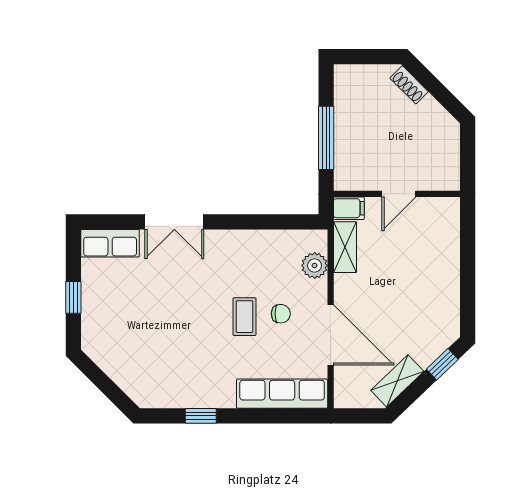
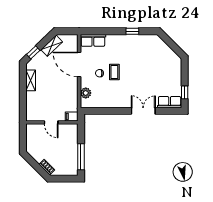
window: (326, 138) -> (81, 157), moved
door: (399, 194) -> (51, 122), swing flipped
shelving: (345, 247) -> (31, 80), moved
window: (73, 297) -> (185, 92), moved
row of seats: (282, 394) -> (93, 40), width x0.68

